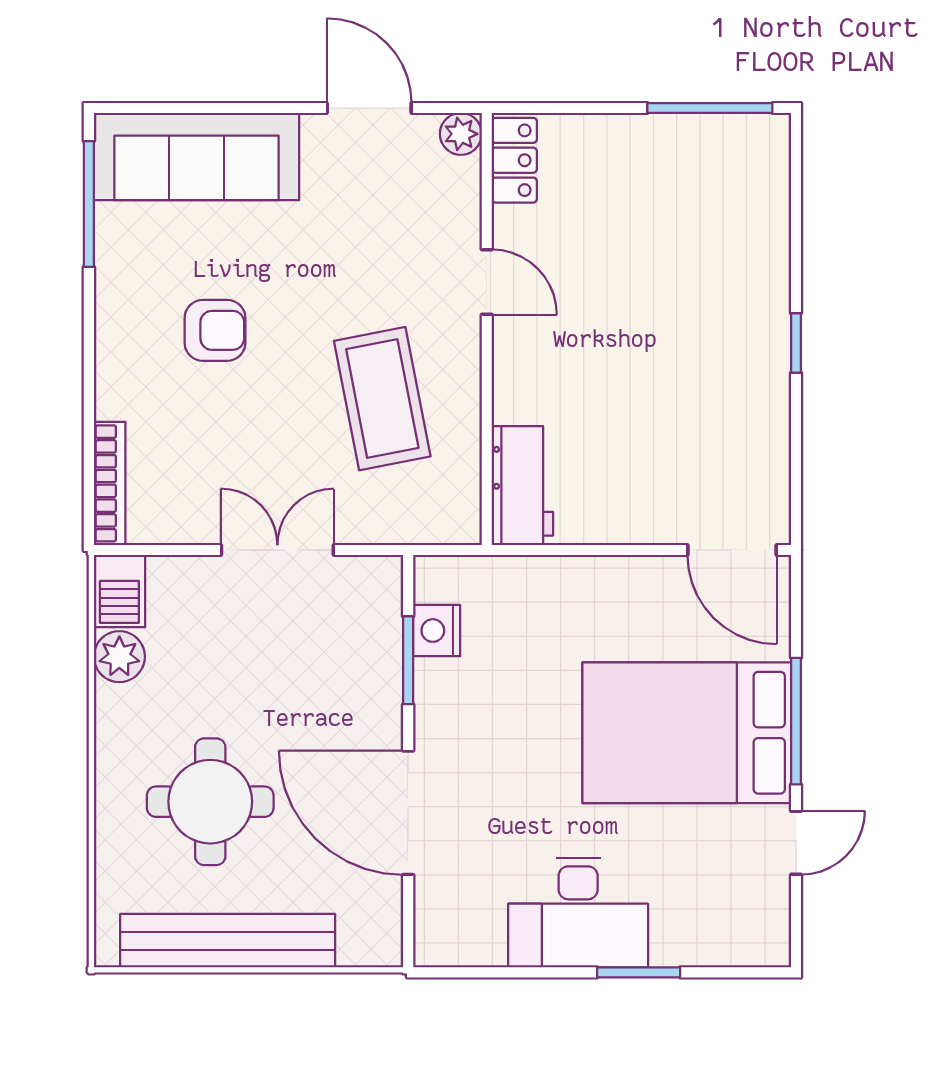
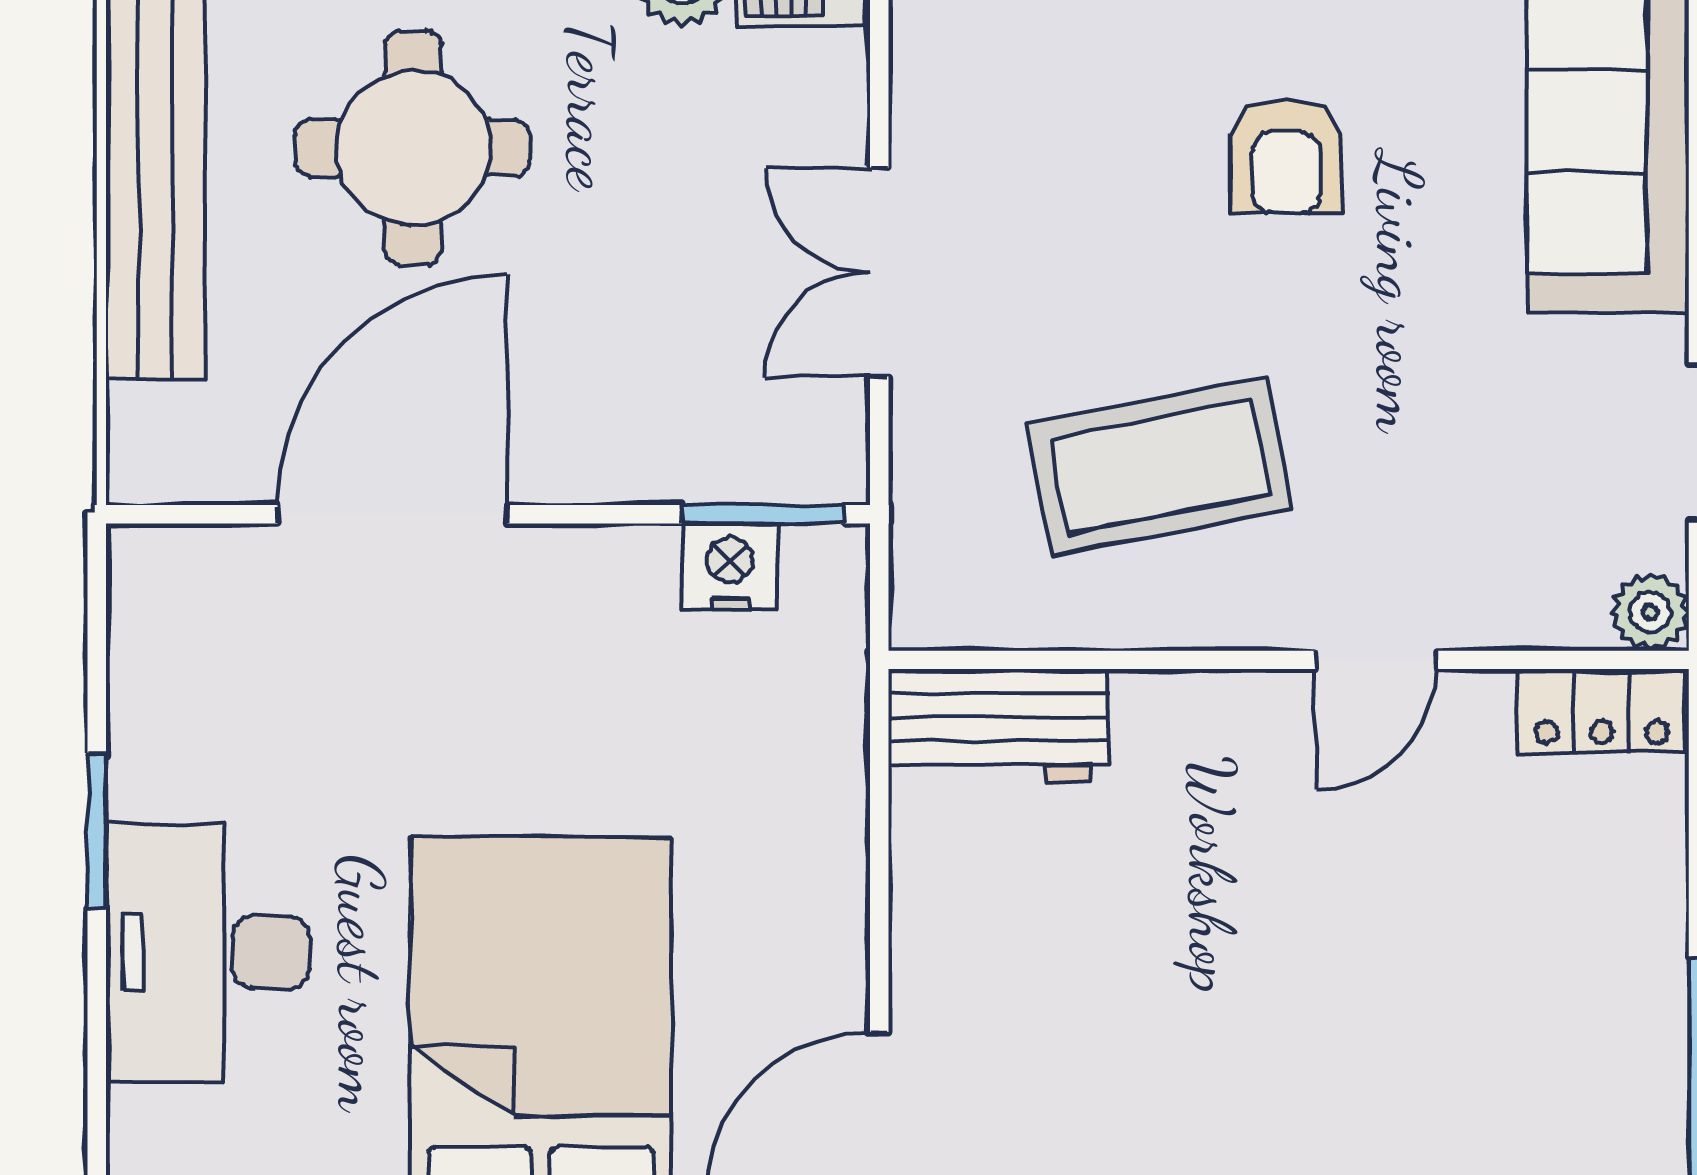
double door: (277, 550) -> (879, 272), swing flipped
window: (408, 660) -> (763, 514), moved
desk: (578, 913) -> (208, 952), moved
window: (639, 972) -> (97, 831), moved

